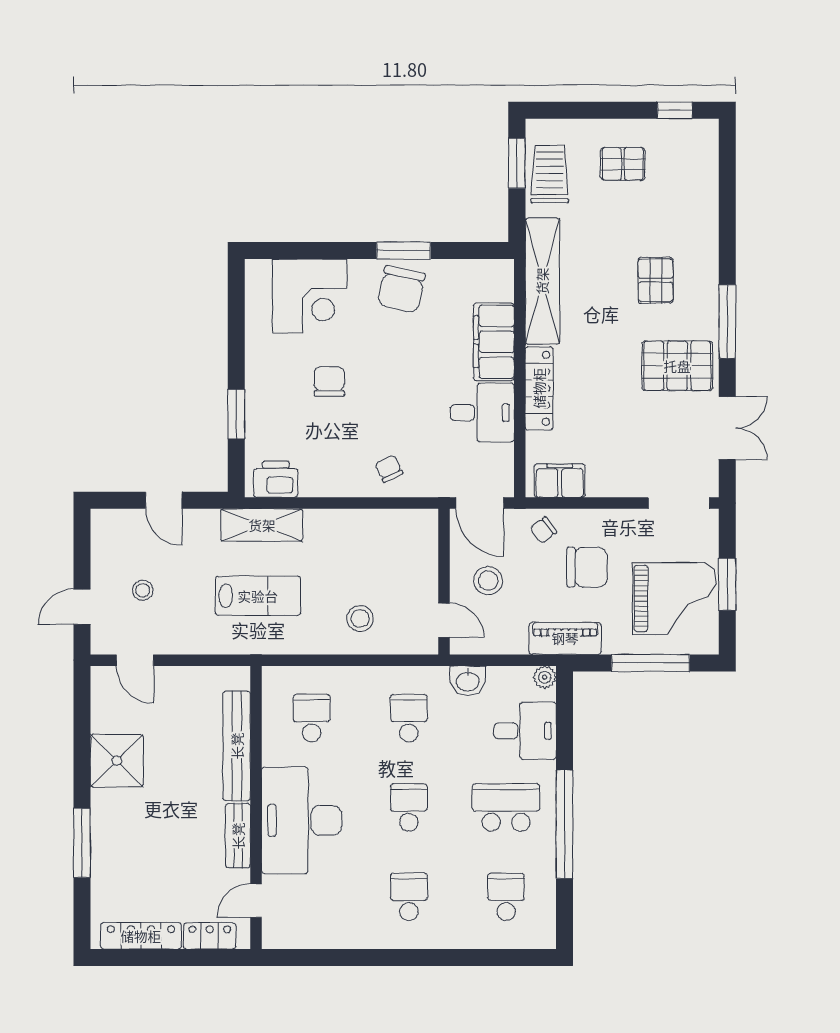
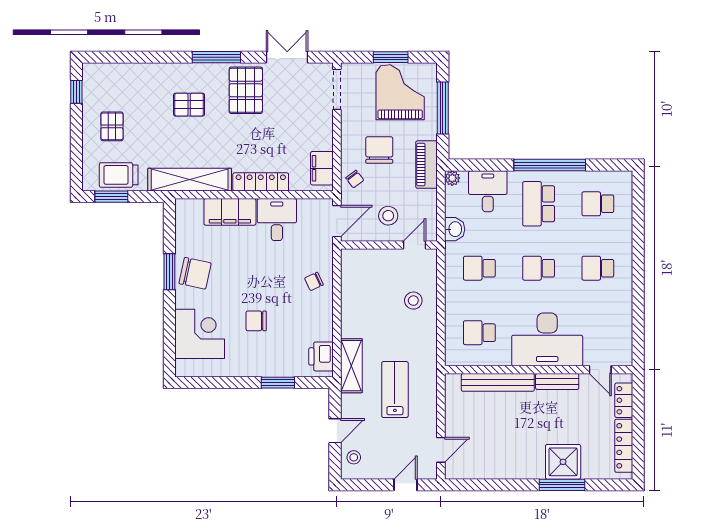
stool: (143, 590) -> (354, 457), moved
lab bench: (258, 596) -> (395, 390), moved
door: (82, 607) -> (405, 485), swing flipped
shower: (117, 761) -> (563, 462), moved

